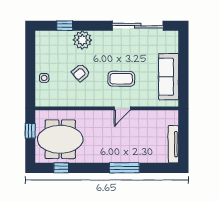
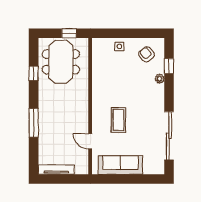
plant: (82, 40) -> (160, 79), width x0.53, depth x0.53
armchair: (81, 73) -> (147, 54), moved
door: (122, 108) -> (90, 141), moved
window: (61, 168) -> (34, 73), moved

